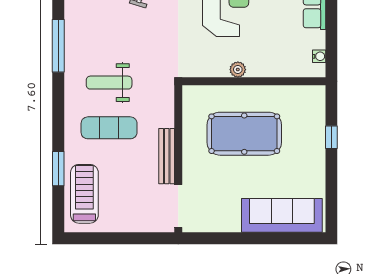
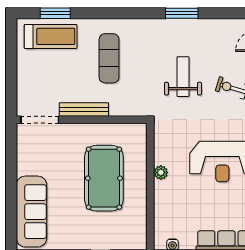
window: (58, 46) -> (182, 13), width x0.69
weight bench: (109, 83) -> (183, 77), moved
window: (58, 169) -> (55, 13), moved

